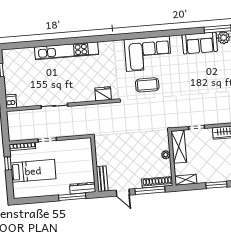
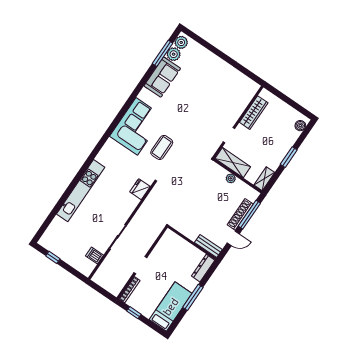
dishwasher: (11, 101) -> (95, 256), moved
bed: (33, 171) -> (171, 307), moved
shoe rack: (157, 182) -> (240, 214), moved
window: (72, 197) -> (193, 297), moved

